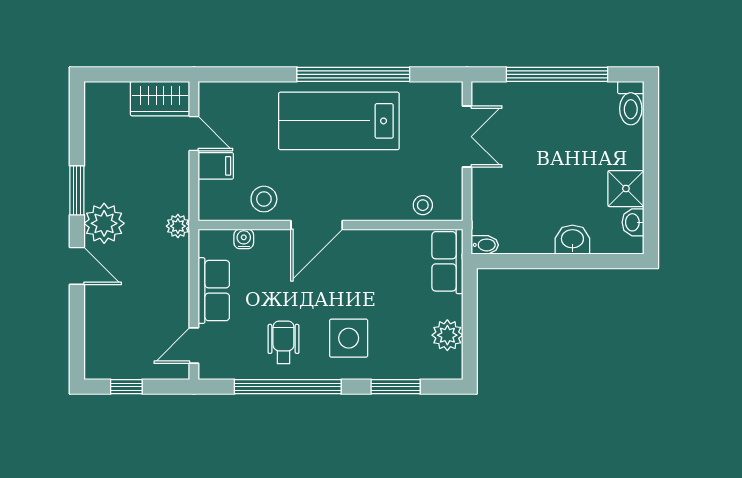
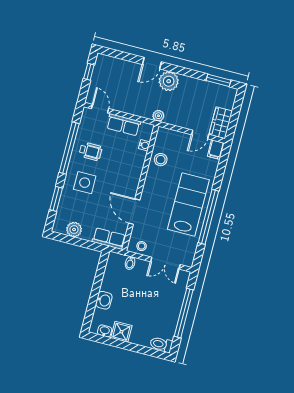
filing cabinet: (216, 166) -> (216, 150), moved
window: (77, 190) -> (218, 80), moved
stool: (423, 205) -> (142, 246), moved
door: (317, 225) -> (134, 212), moved
bidet: (485, 245) -> (130, 263), moved

